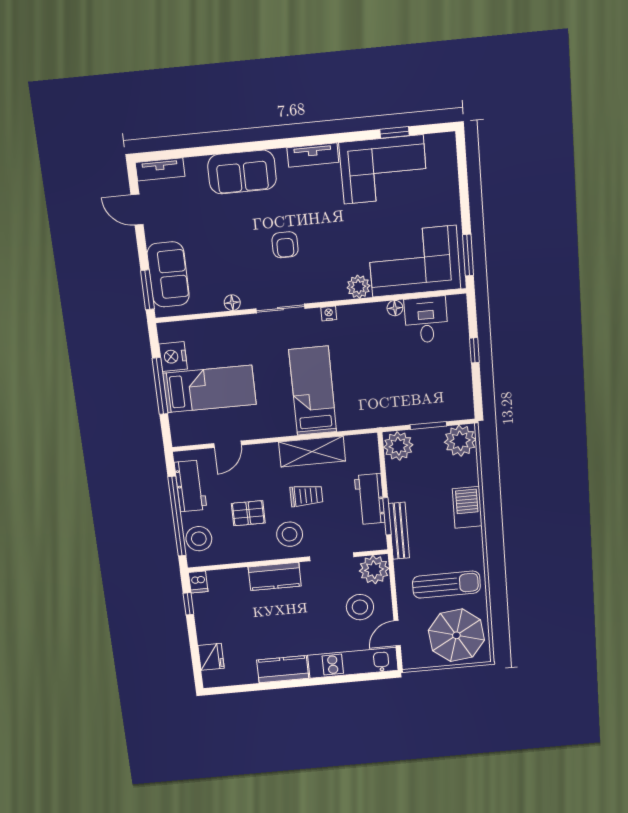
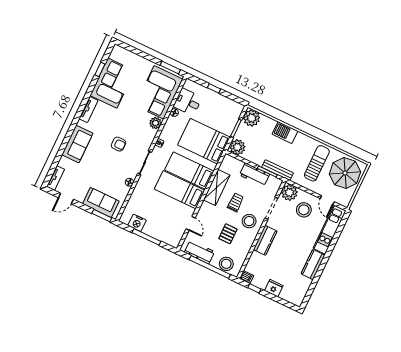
bed: (376, 386) -> (204, 141), added
bed: (209, 389) -> (180, 190), moved, turned -90
fridge: (211, 657) -> (274, 288), moved

